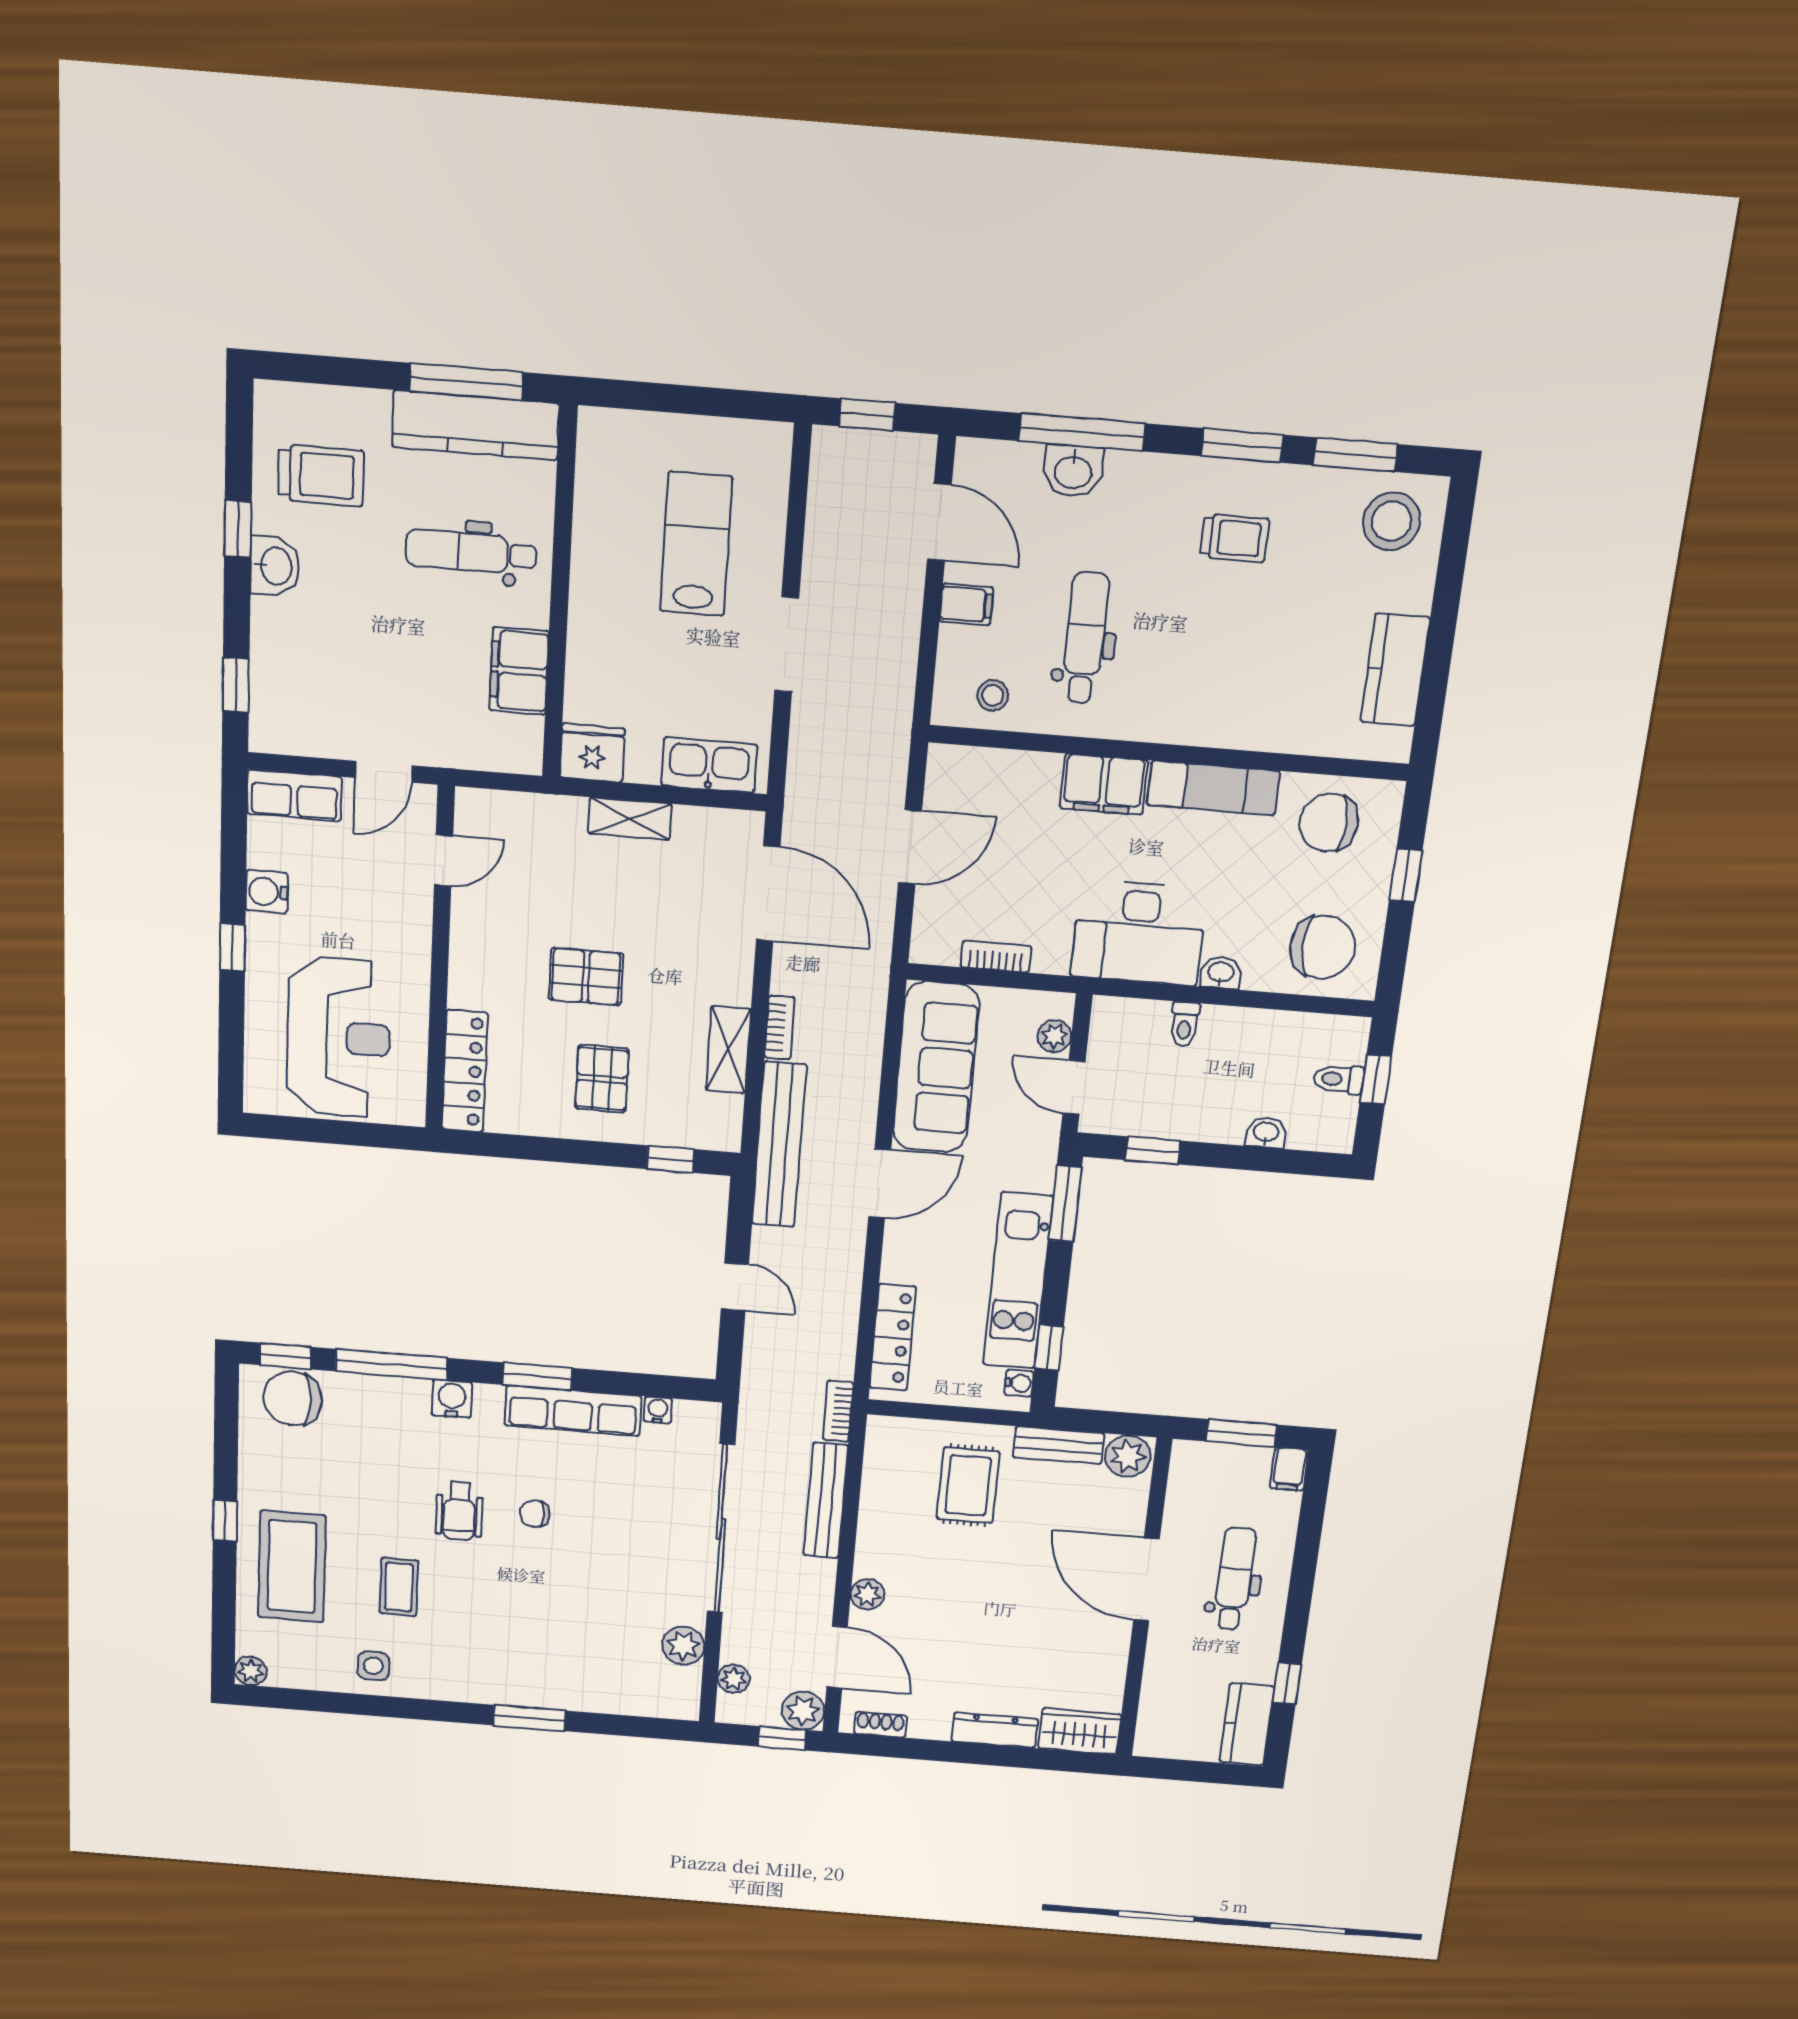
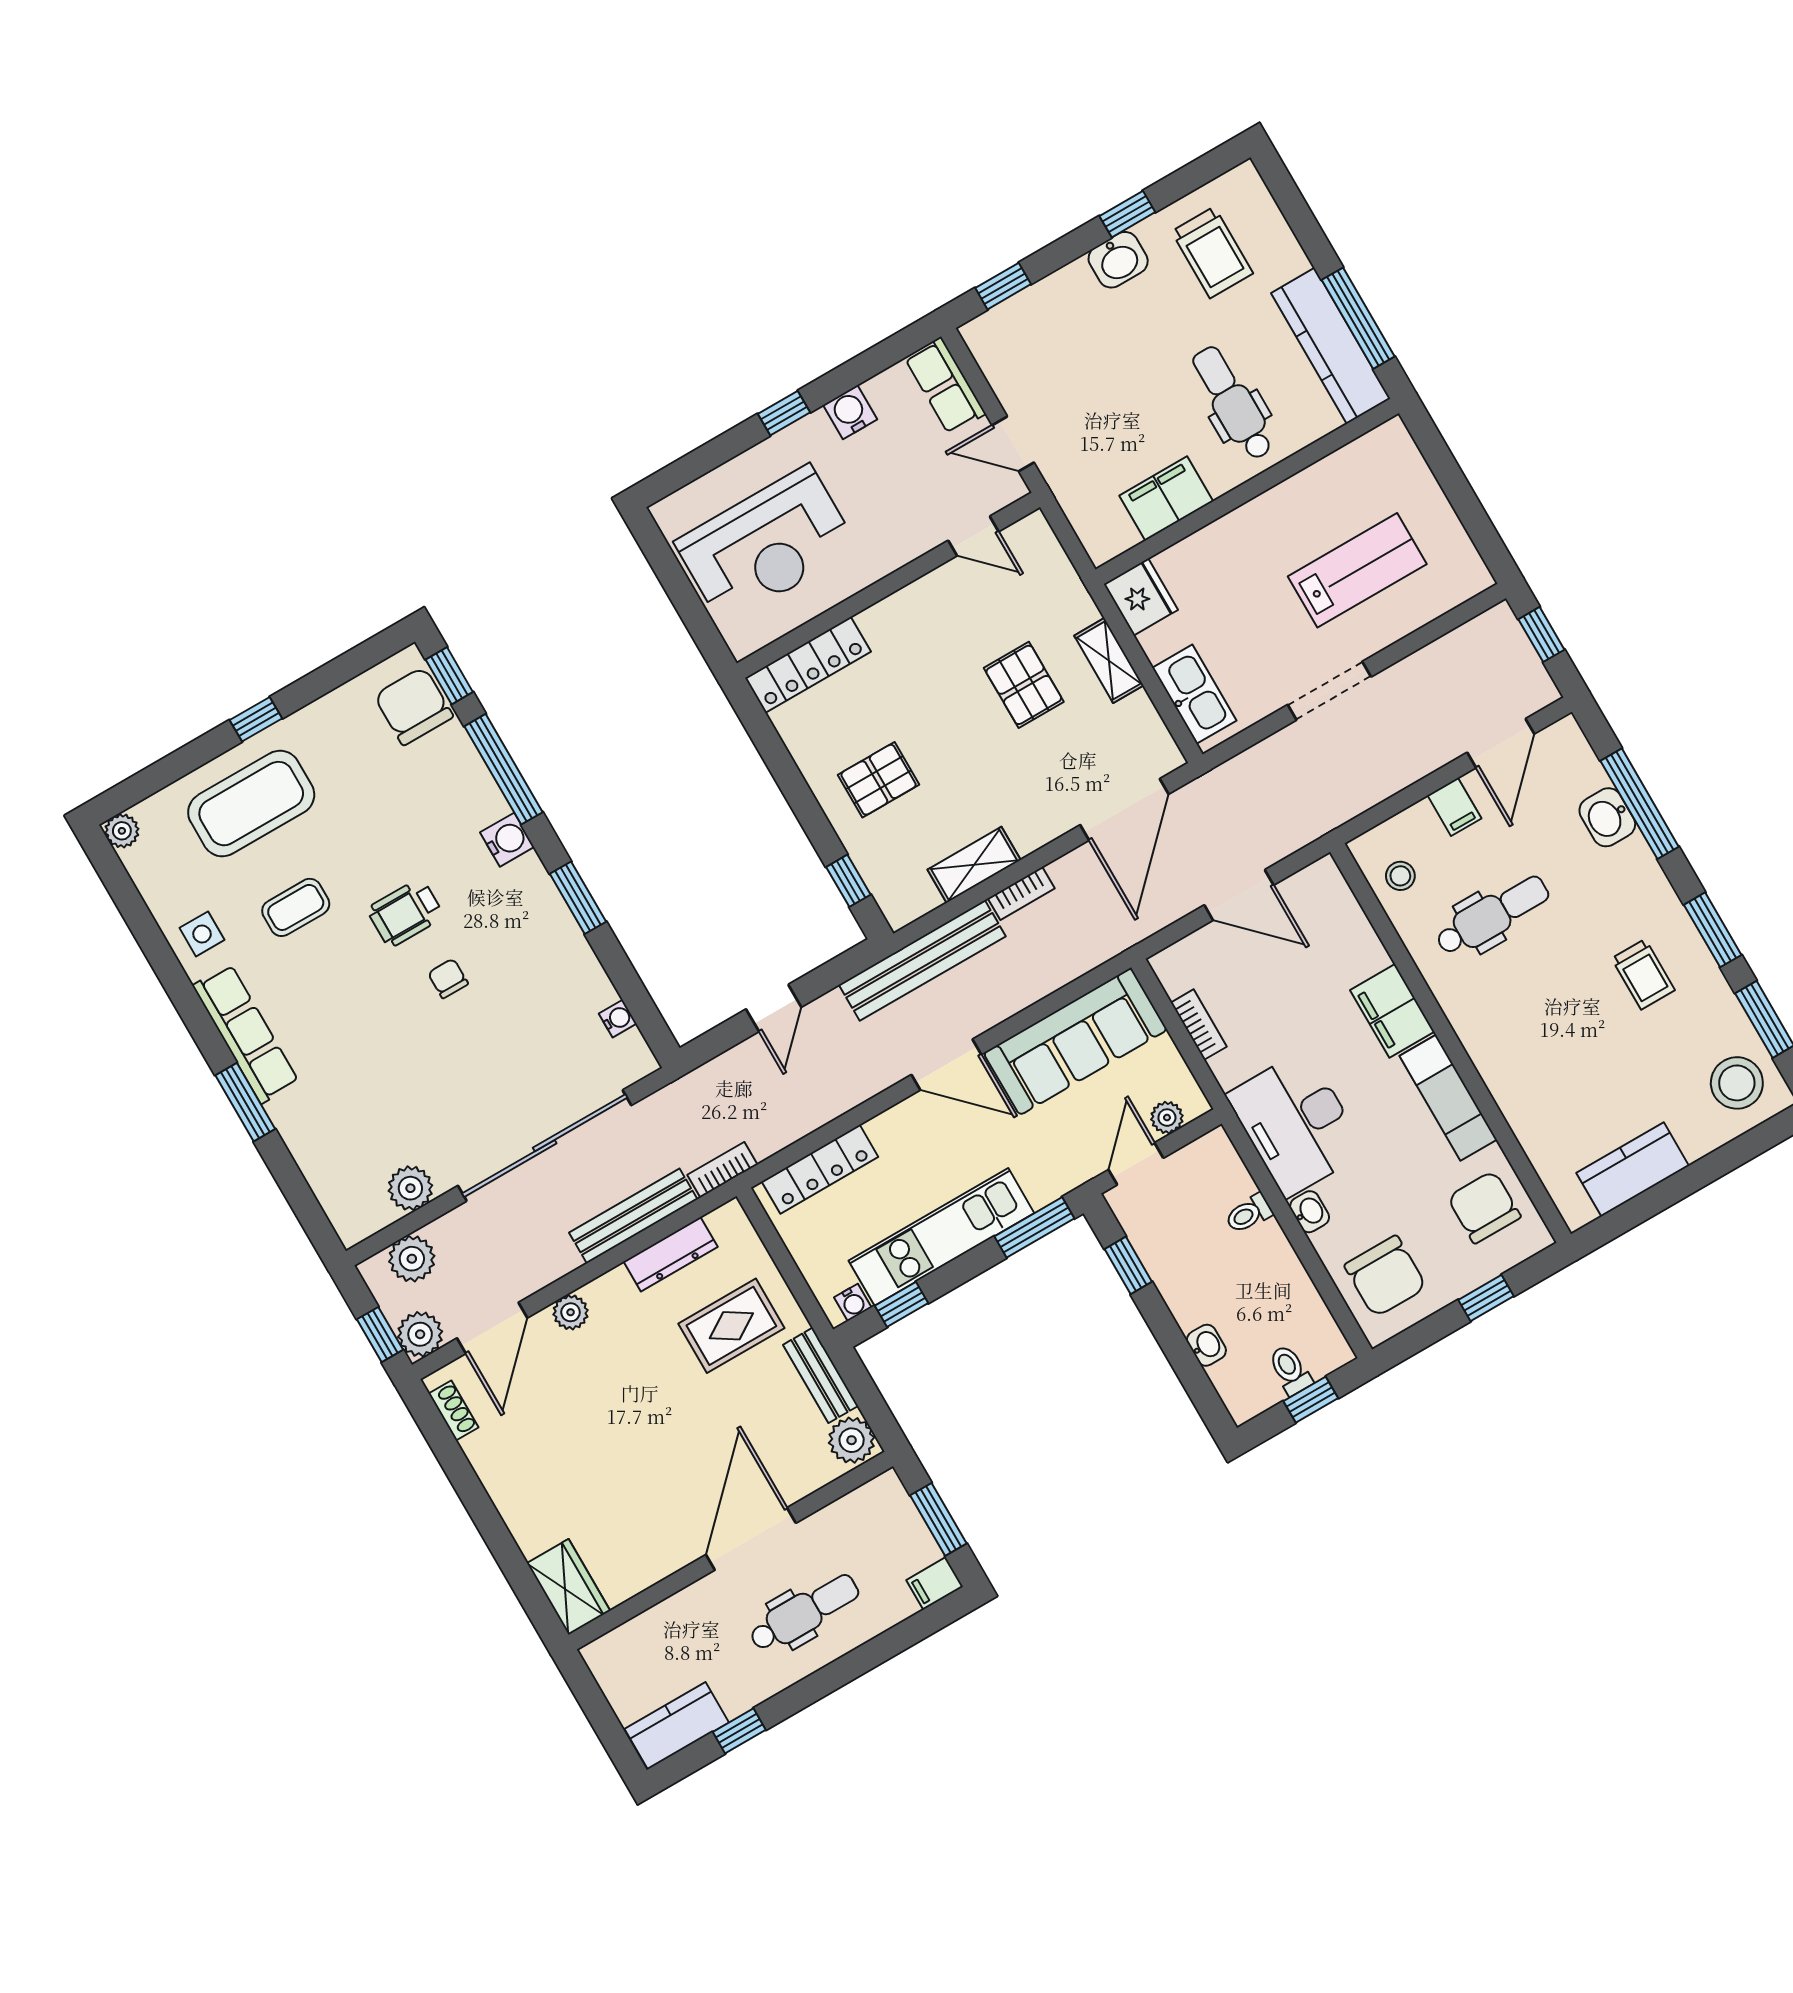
pallet: (586, 977) -> (1024, 685), moved
row of seats: (573, 1411) -> (246, 1034), moved, turned 180
plant: (734, 1679) -> (412, 1259), width x1.38, depth x1.38
dresser: (995, 1730) -> (671, 1254), moved, turned 90

